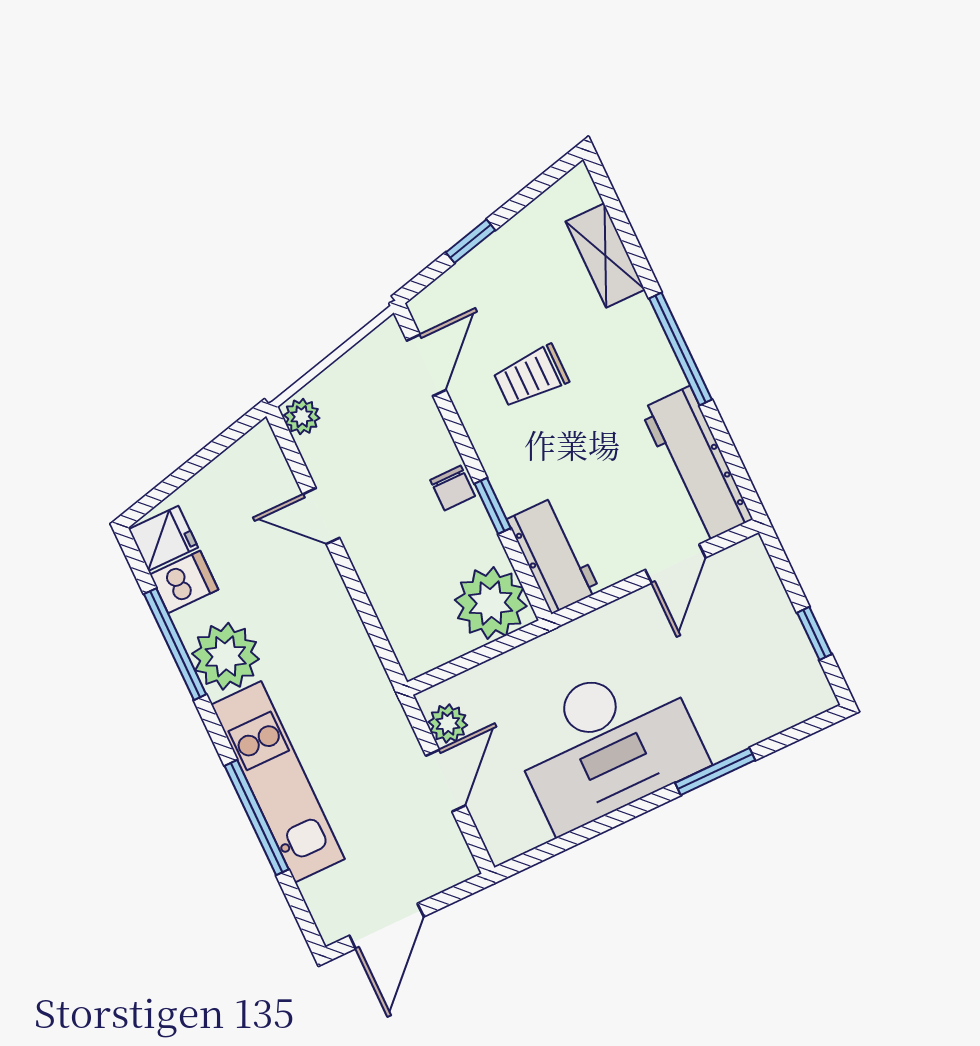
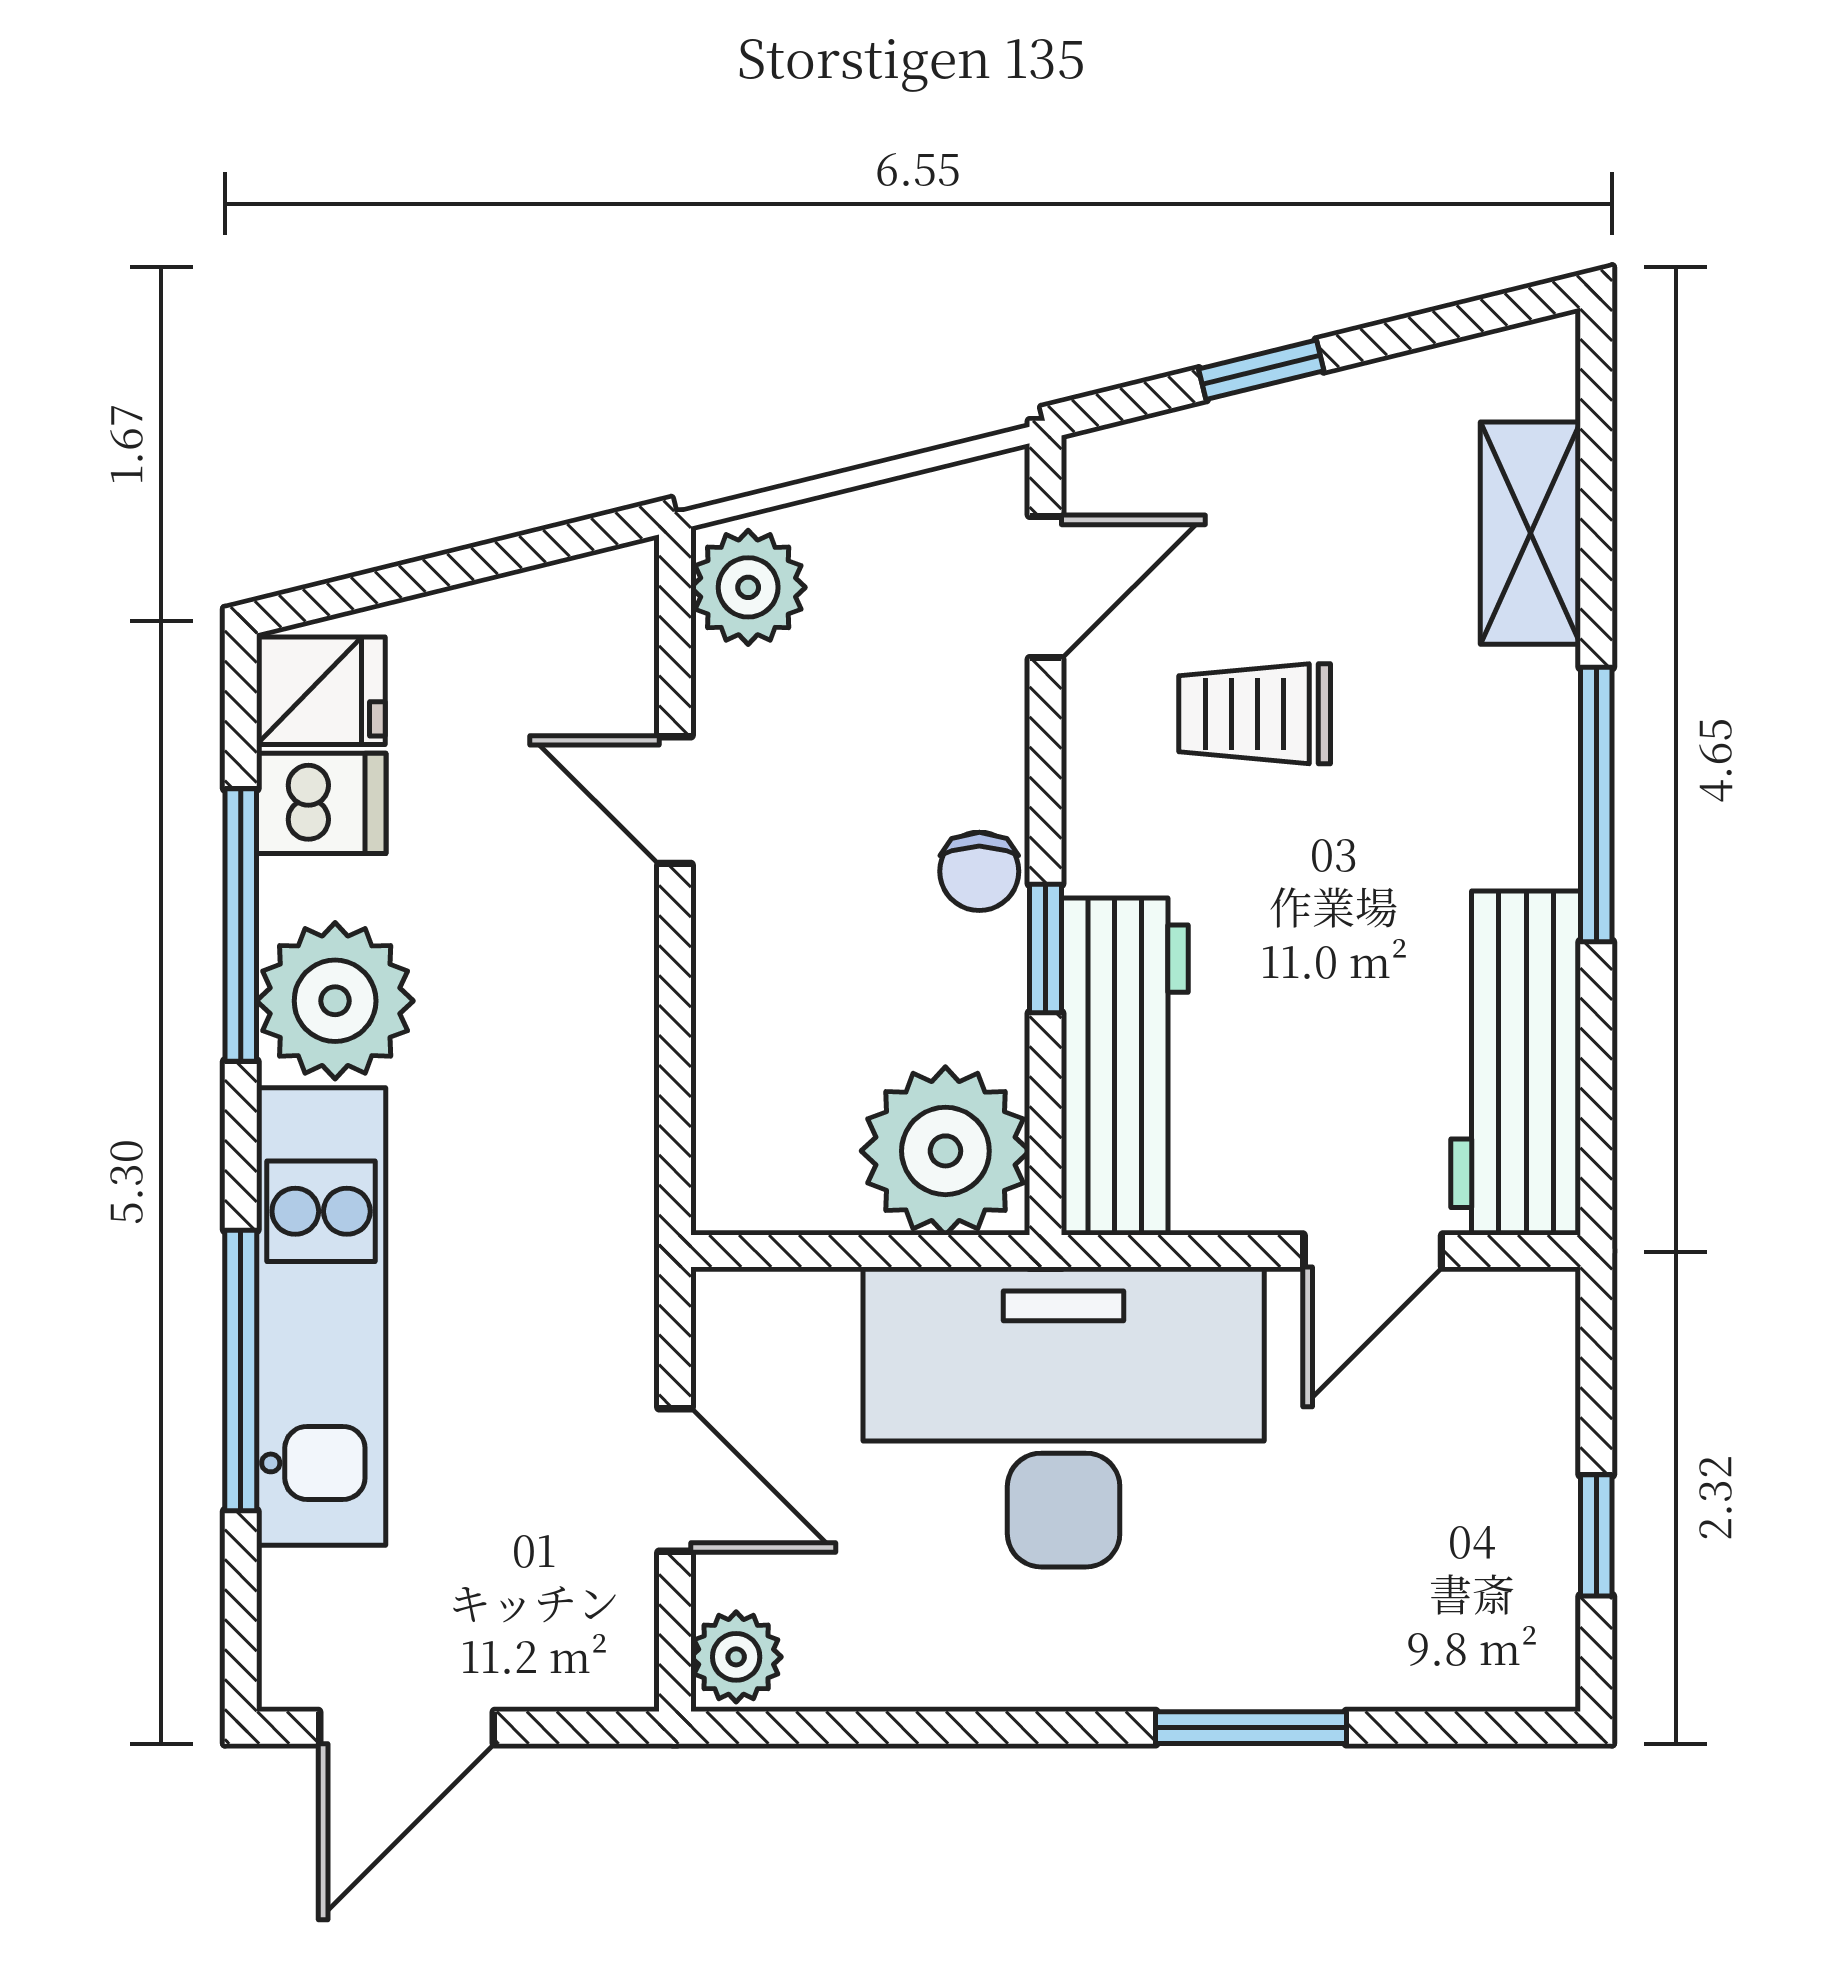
plant: (302, 417) -> (748, 587), width x1.38, depth x1.38
workbench: (553, 555) -> (1125, 1067), width x1.38
plant: (448, 723) -> (736, 1657), moved
desk: (607, 744) -> (1064, 1417), moved, turned 180
door: (446, 781) -> (675, 1480), hinge flipped

